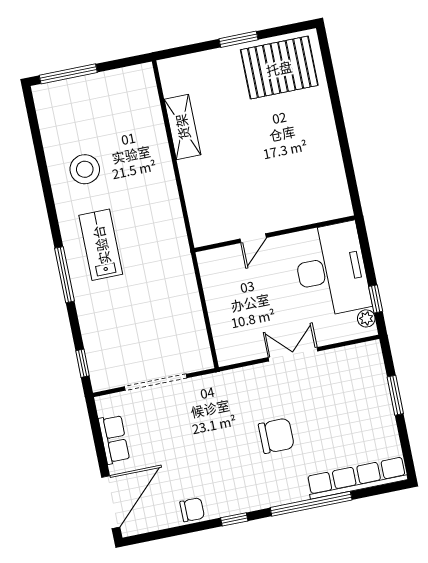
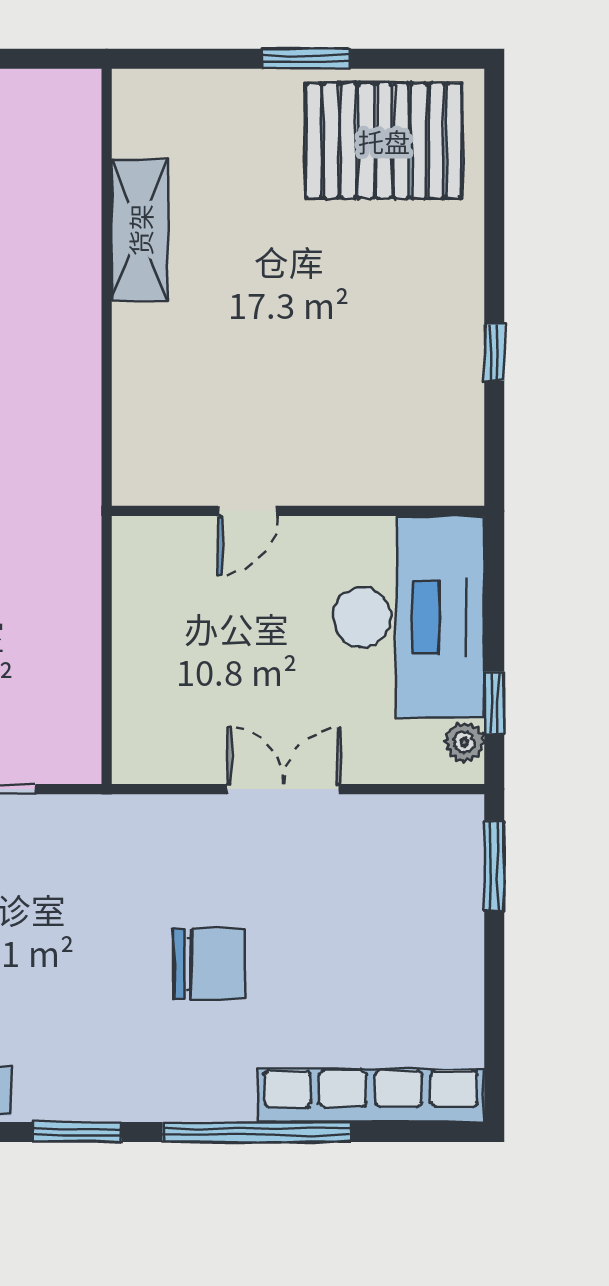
window: (345, 149) -> (494, 352), added
window: (395, 395) -> (494, 866), moved
window: (234, 519) -> (77, 1132), width x1.50

